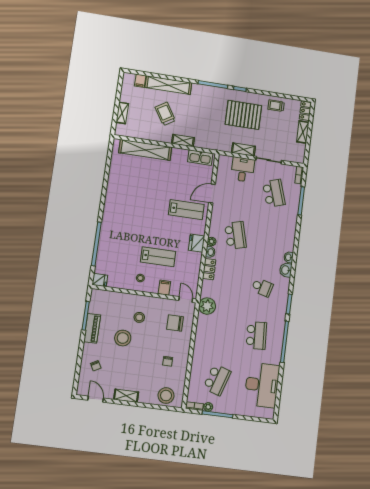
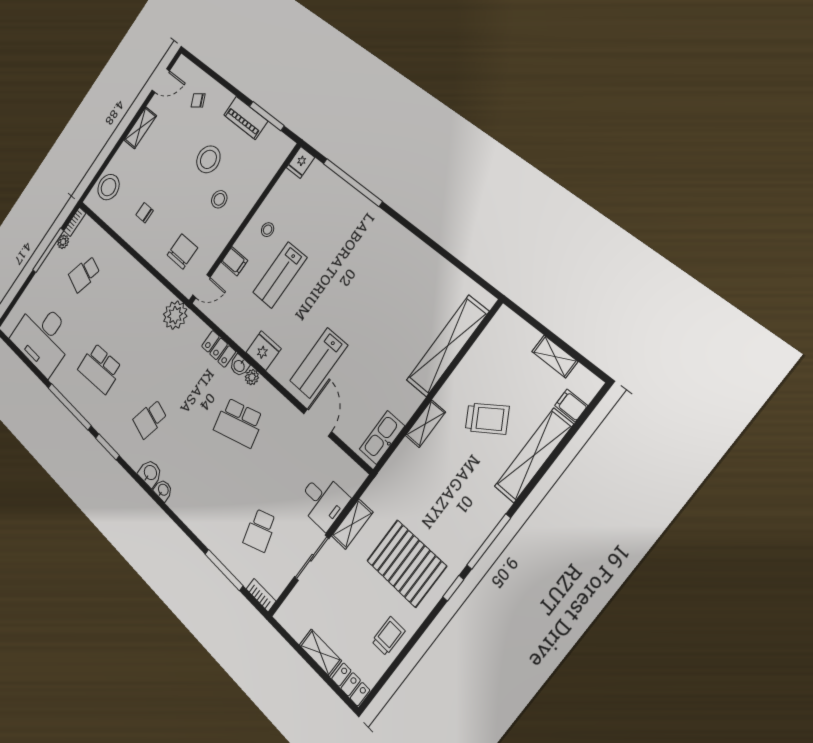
shelving: (122, 113) -> (555, 357), moved
pallet: (243, 115) -> (406, 563), turned 90
school desk: (274, 193) -> (260, 530), width x0.54
school desk: (217, 380) -> (84, 274), width x0.54

